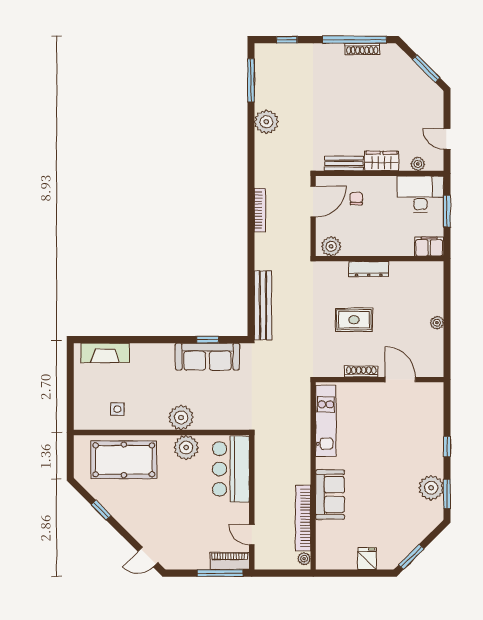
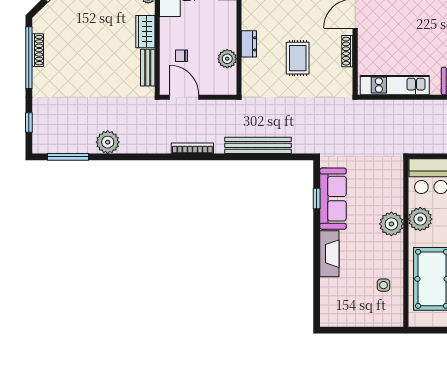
plant: (331, 246) -> (227, 59), moved
dresser: (369, 269) -> (249, 44), width x0.70
bench: (263, 305) -> (258, 145), moved
fireplace: (105, 353) -> (329, 254), moved

